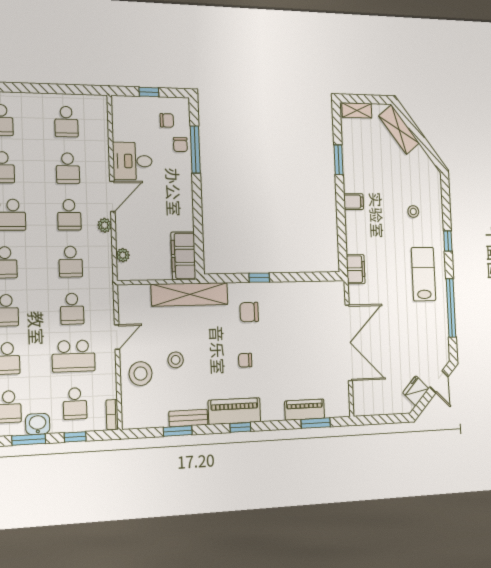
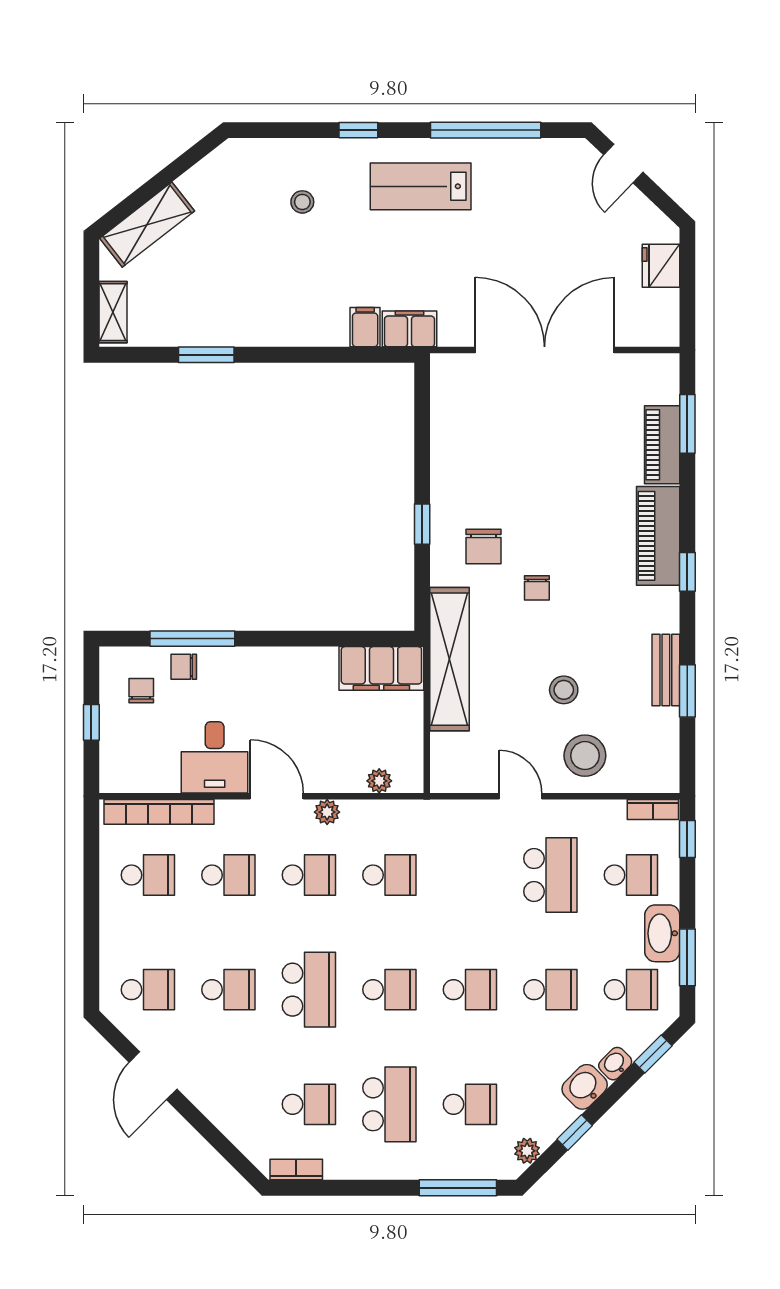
bookcase: (102, 129) -> (159, 812), added
chair: (180, 145) -> (184, 667), turned 180
filing cabinet: (354, 202) -> (365, 327), moved
school desk: (72, 309) -> (470, 875), removed
chair: (245, 360) -> (537, 588), moved
door: (439, 382) -> (623, 163), swing flipped
fridge: (416, 391) -> (661, 266), moved, turned 46
piano: (234, 411) -> (658, 536), moved
washbasin: (38, 424) -> (662, 933), width x1.38
window: (75, 437) -> (687, 839), moved

